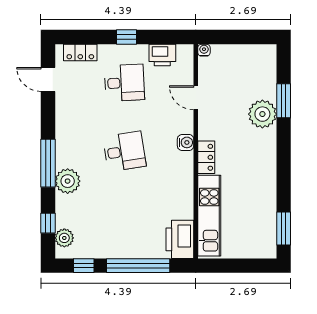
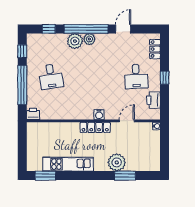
door: (48, 79) -> (123, 29), moved
desk: (124, 151) -> (51, 76), moved
locker: (206, 157) -> (95, 127), width x1.53
window: (48, 163) -> (86, 29), width x1.46
kitchen unit: (209, 216) -> (68, 164), moved, turned 180
plant: (64, 238) -> (89, 39), moved
printer: (180, 239) -> (33, 114), width x0.53, depth x0.68

